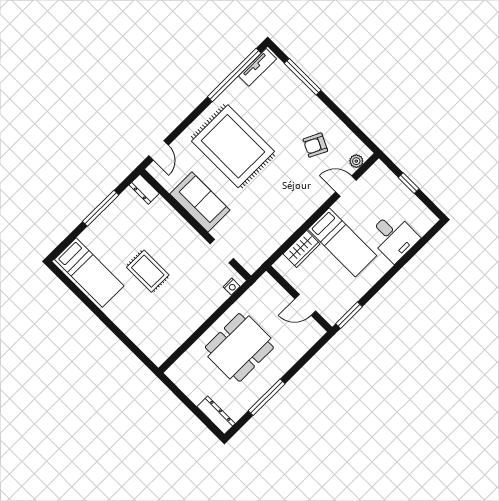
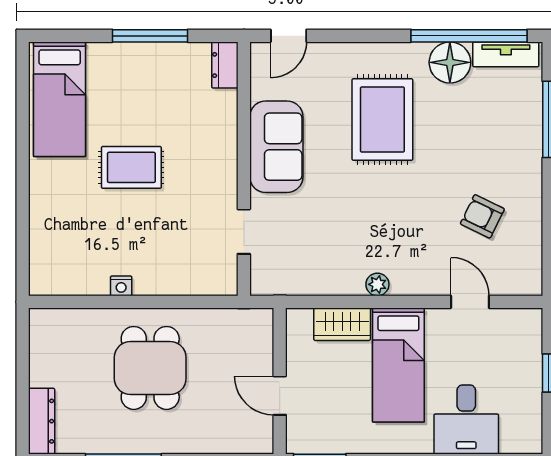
floor lamp: (237, 94) -> (450, 62), added
rug: (233, 146) -> (382, 120), width x0.73, depth x0.69
plant: (356, 161) -> (377, 284), moved
rug: (148, 271) -> (131, 167), turned 90
nightstand: (232, 287) -> (121, 286), moved
dining table: (239, 347) -> (150, 368), width x0.73

